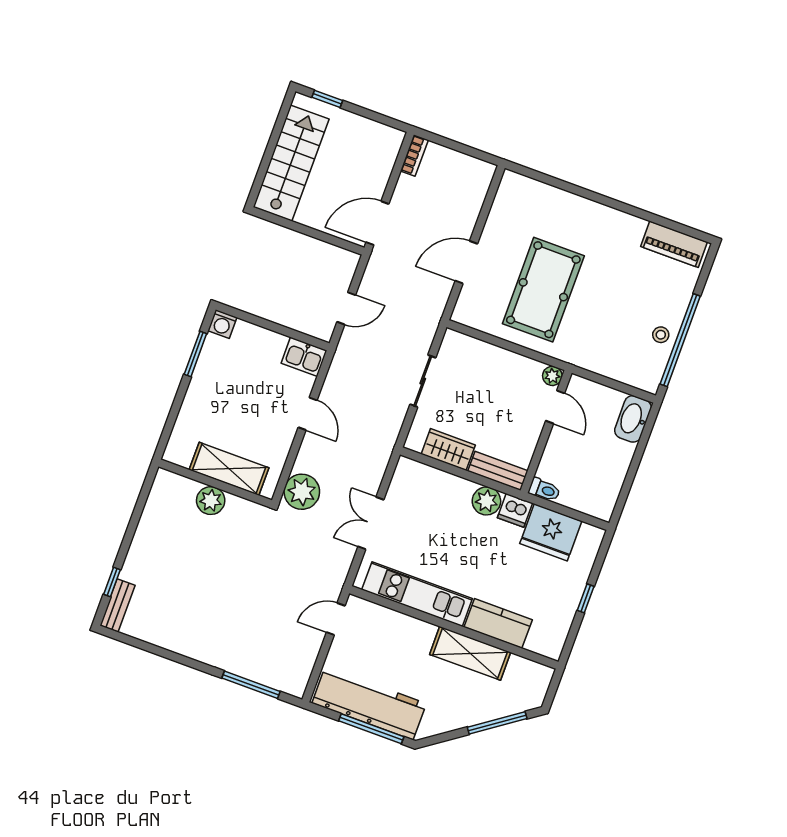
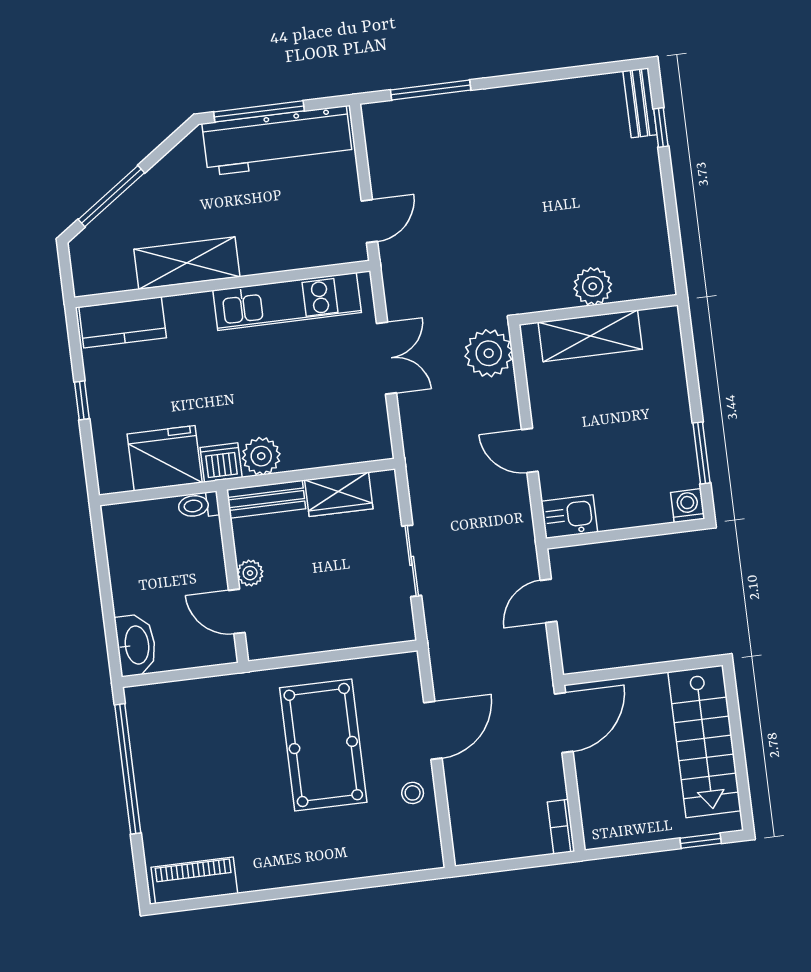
stool: (661, 335) -> (413, 793), moved
plant: (552, 376) -> (250, 573), moved
kitchen counter: (498, 623) -> (123, 322), moved

